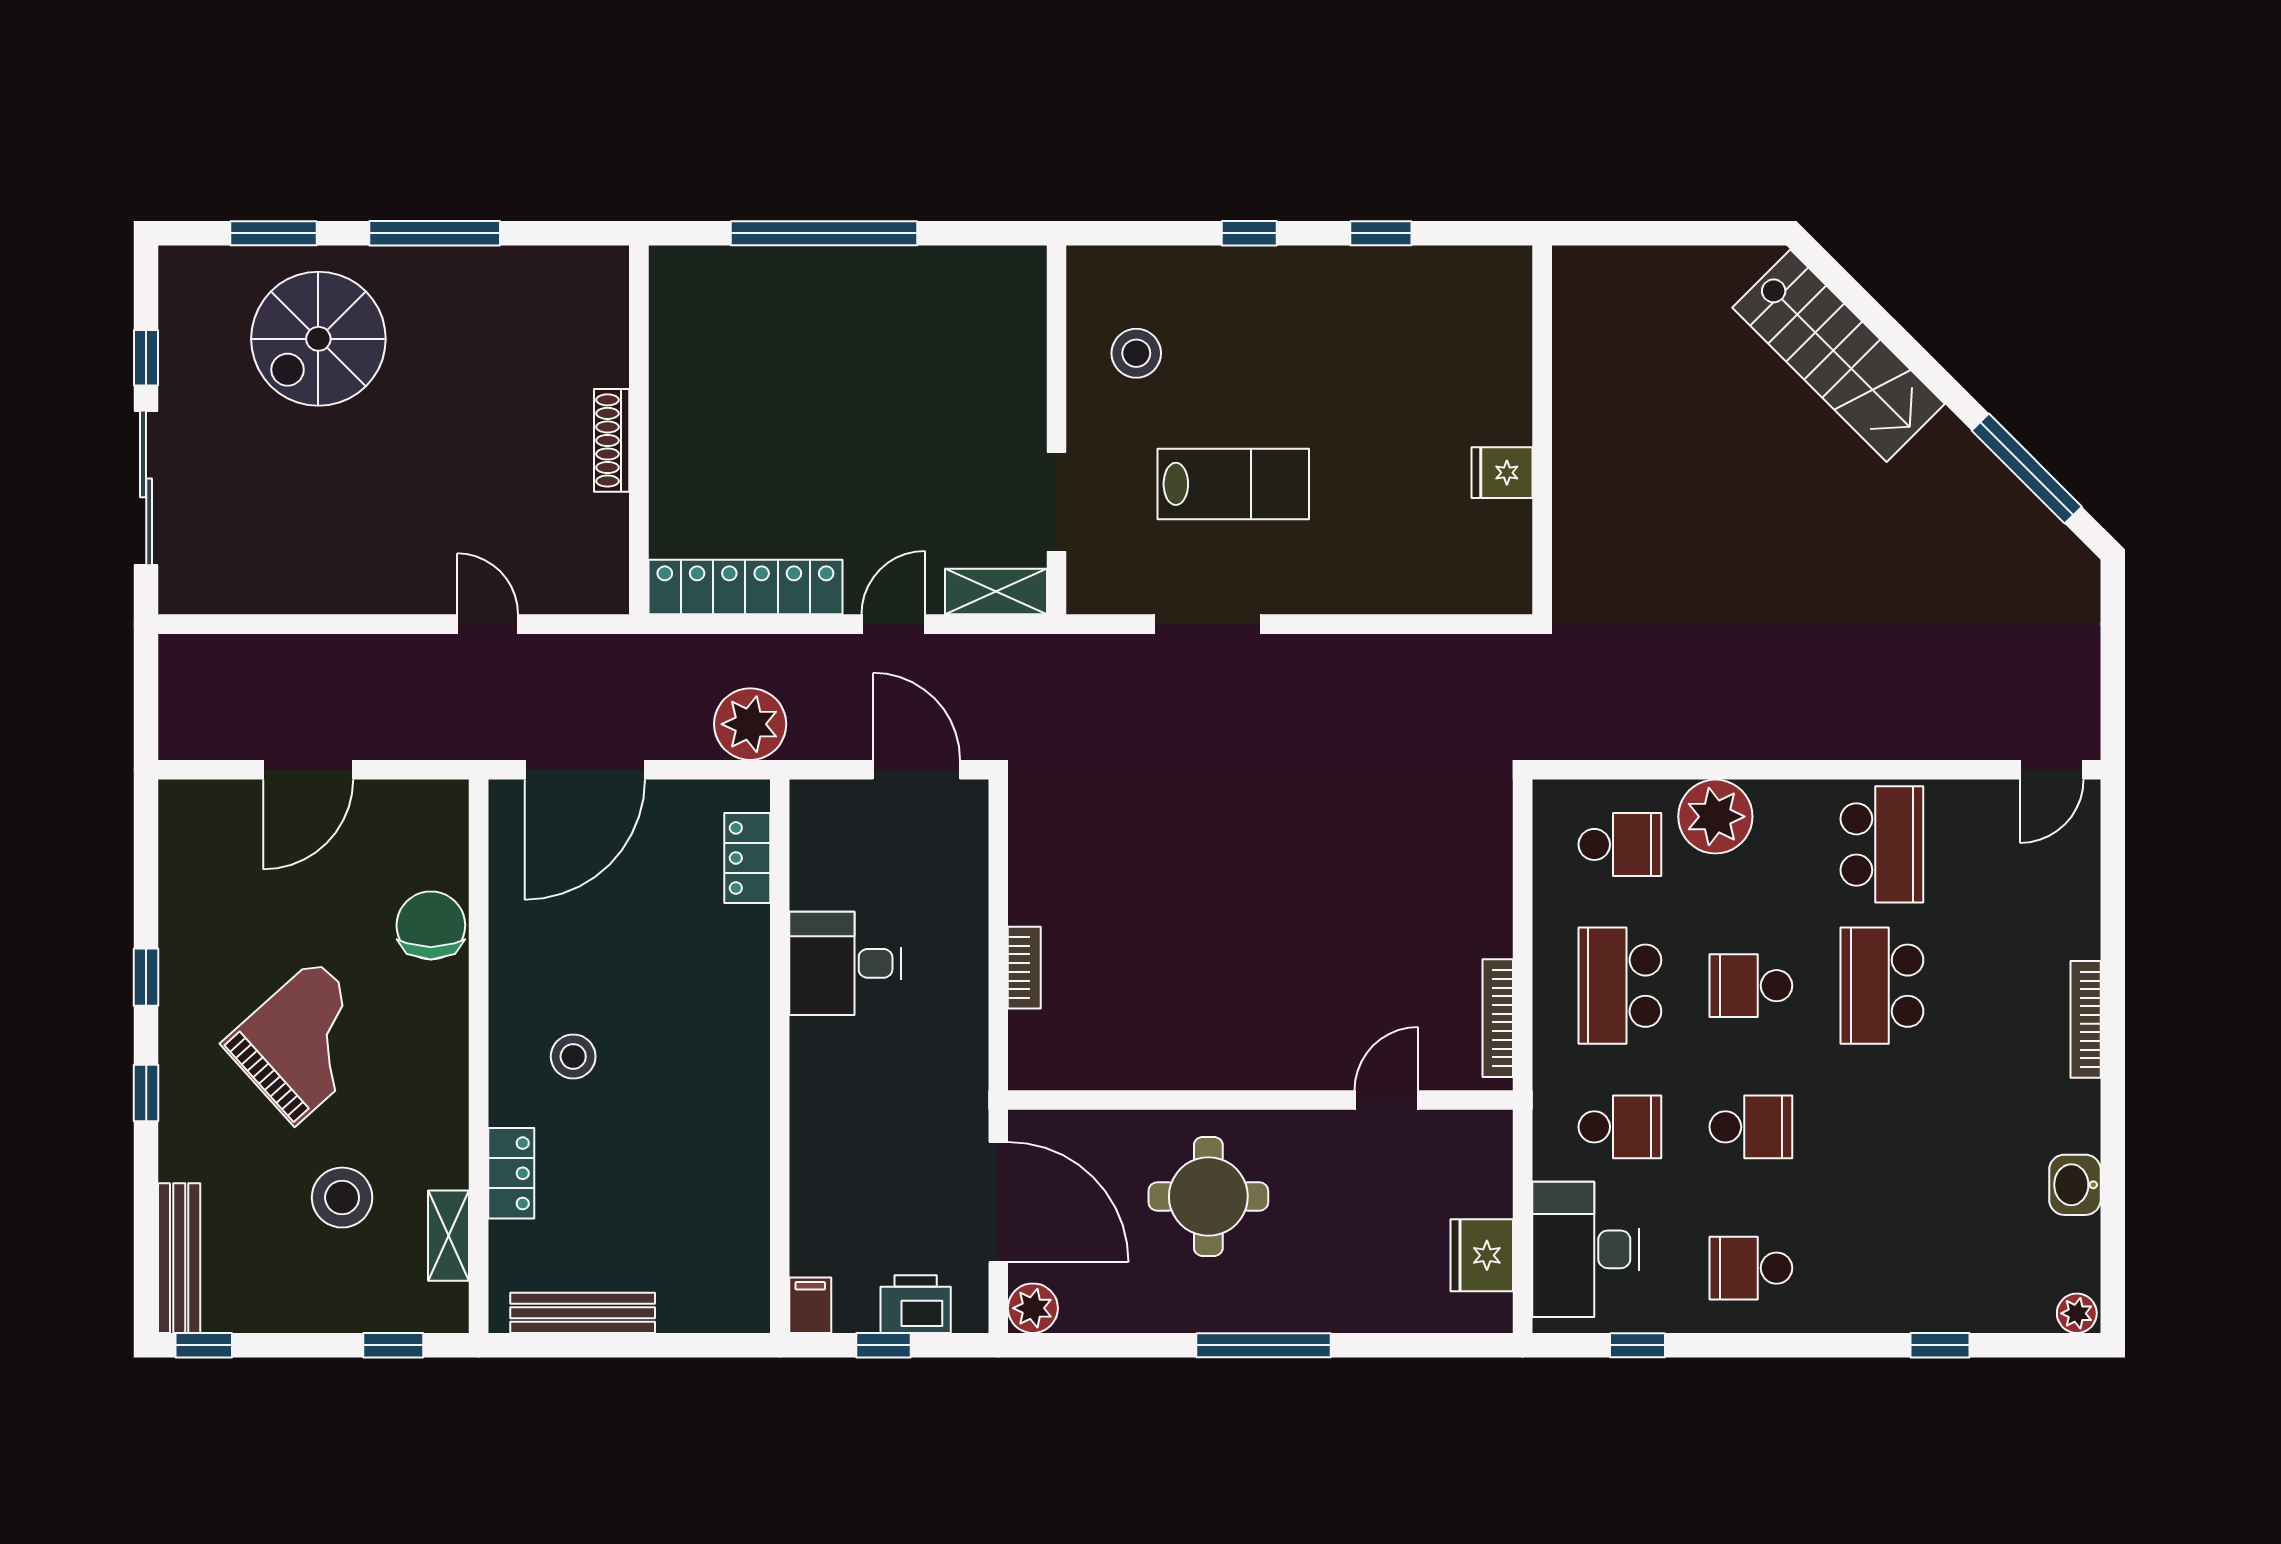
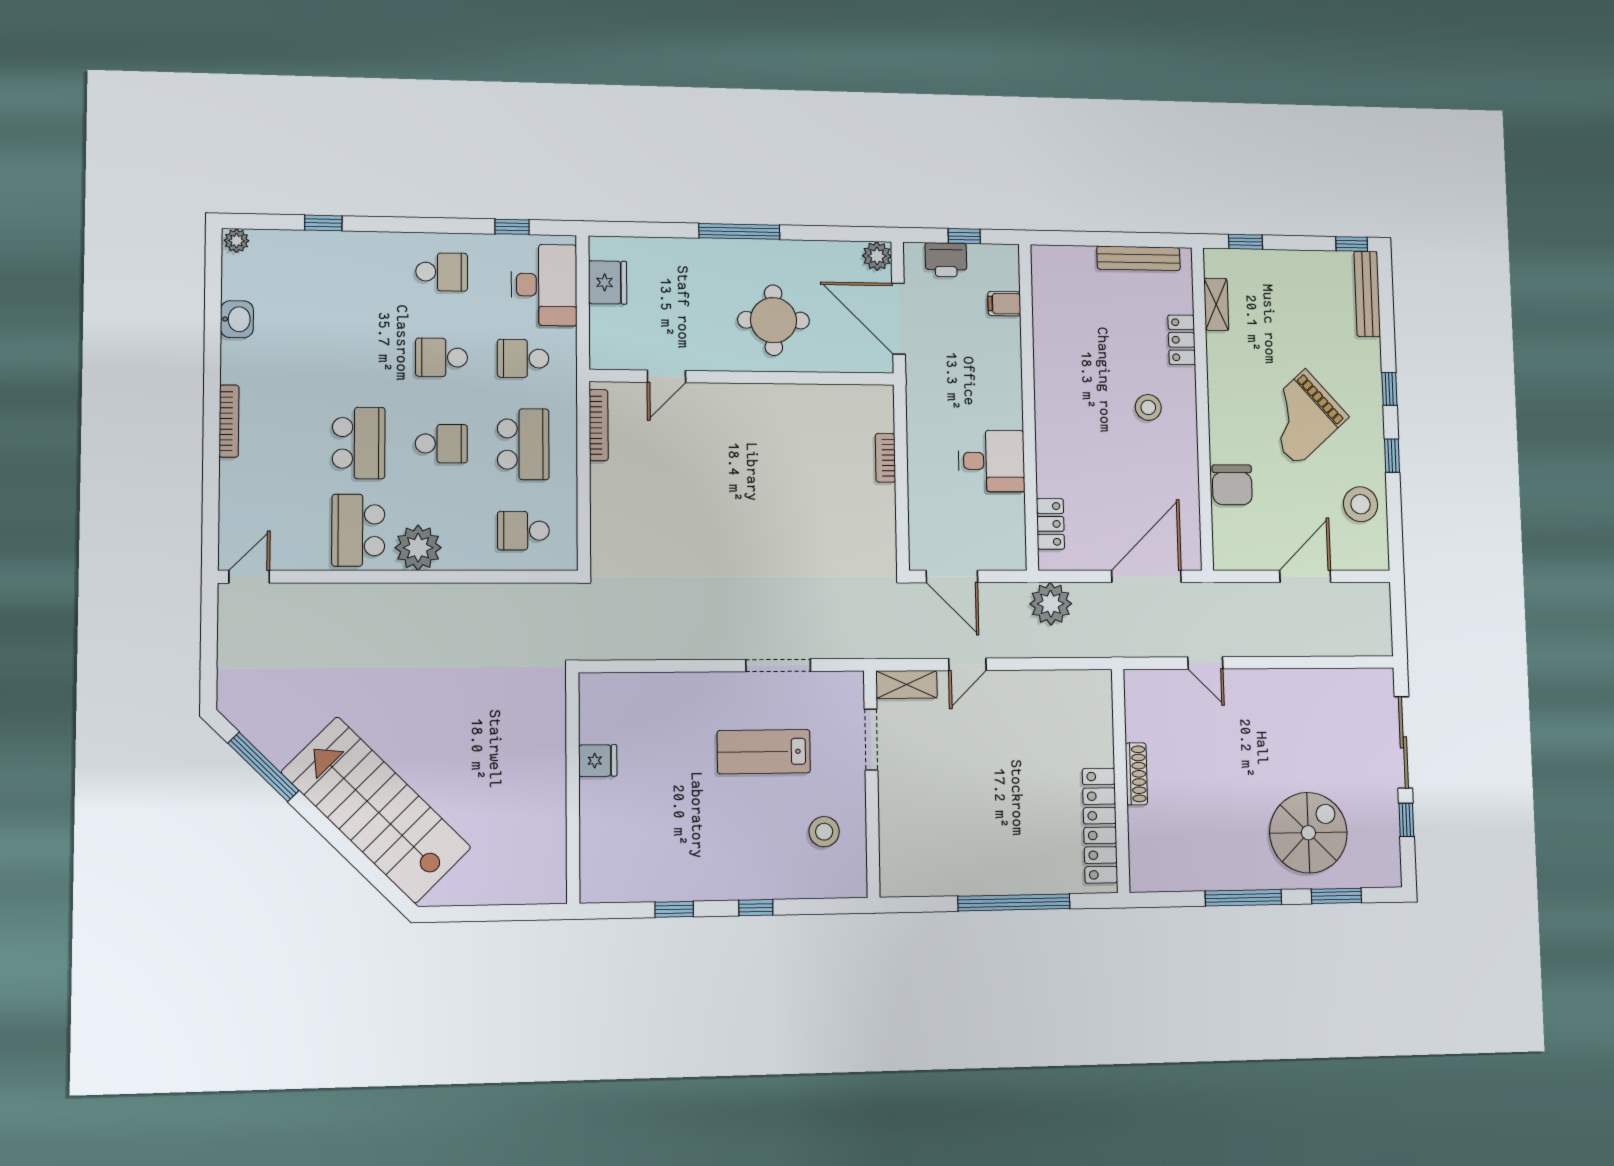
stairs: (1838, 356) -> (376, 810), width x1.36, depth x1.51
locker: (745, 587) -> (1100, 826), moved, turned 90
plant: (1715, 817) -> (418, 548), moved
stool: (342, 1198) -> (1361, 504), moved
filing cabinet: (810, 1305) -> (1004, 304), moved, turned 90

